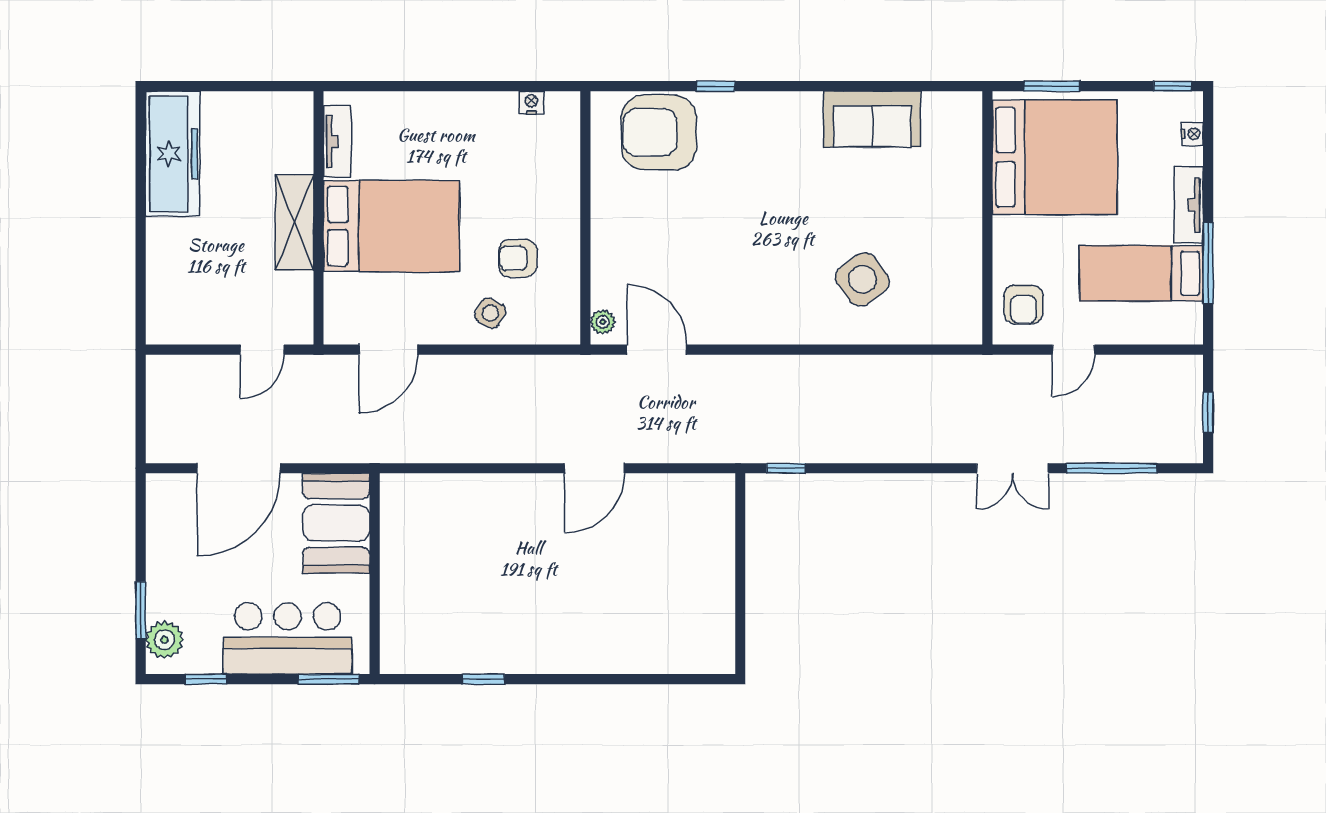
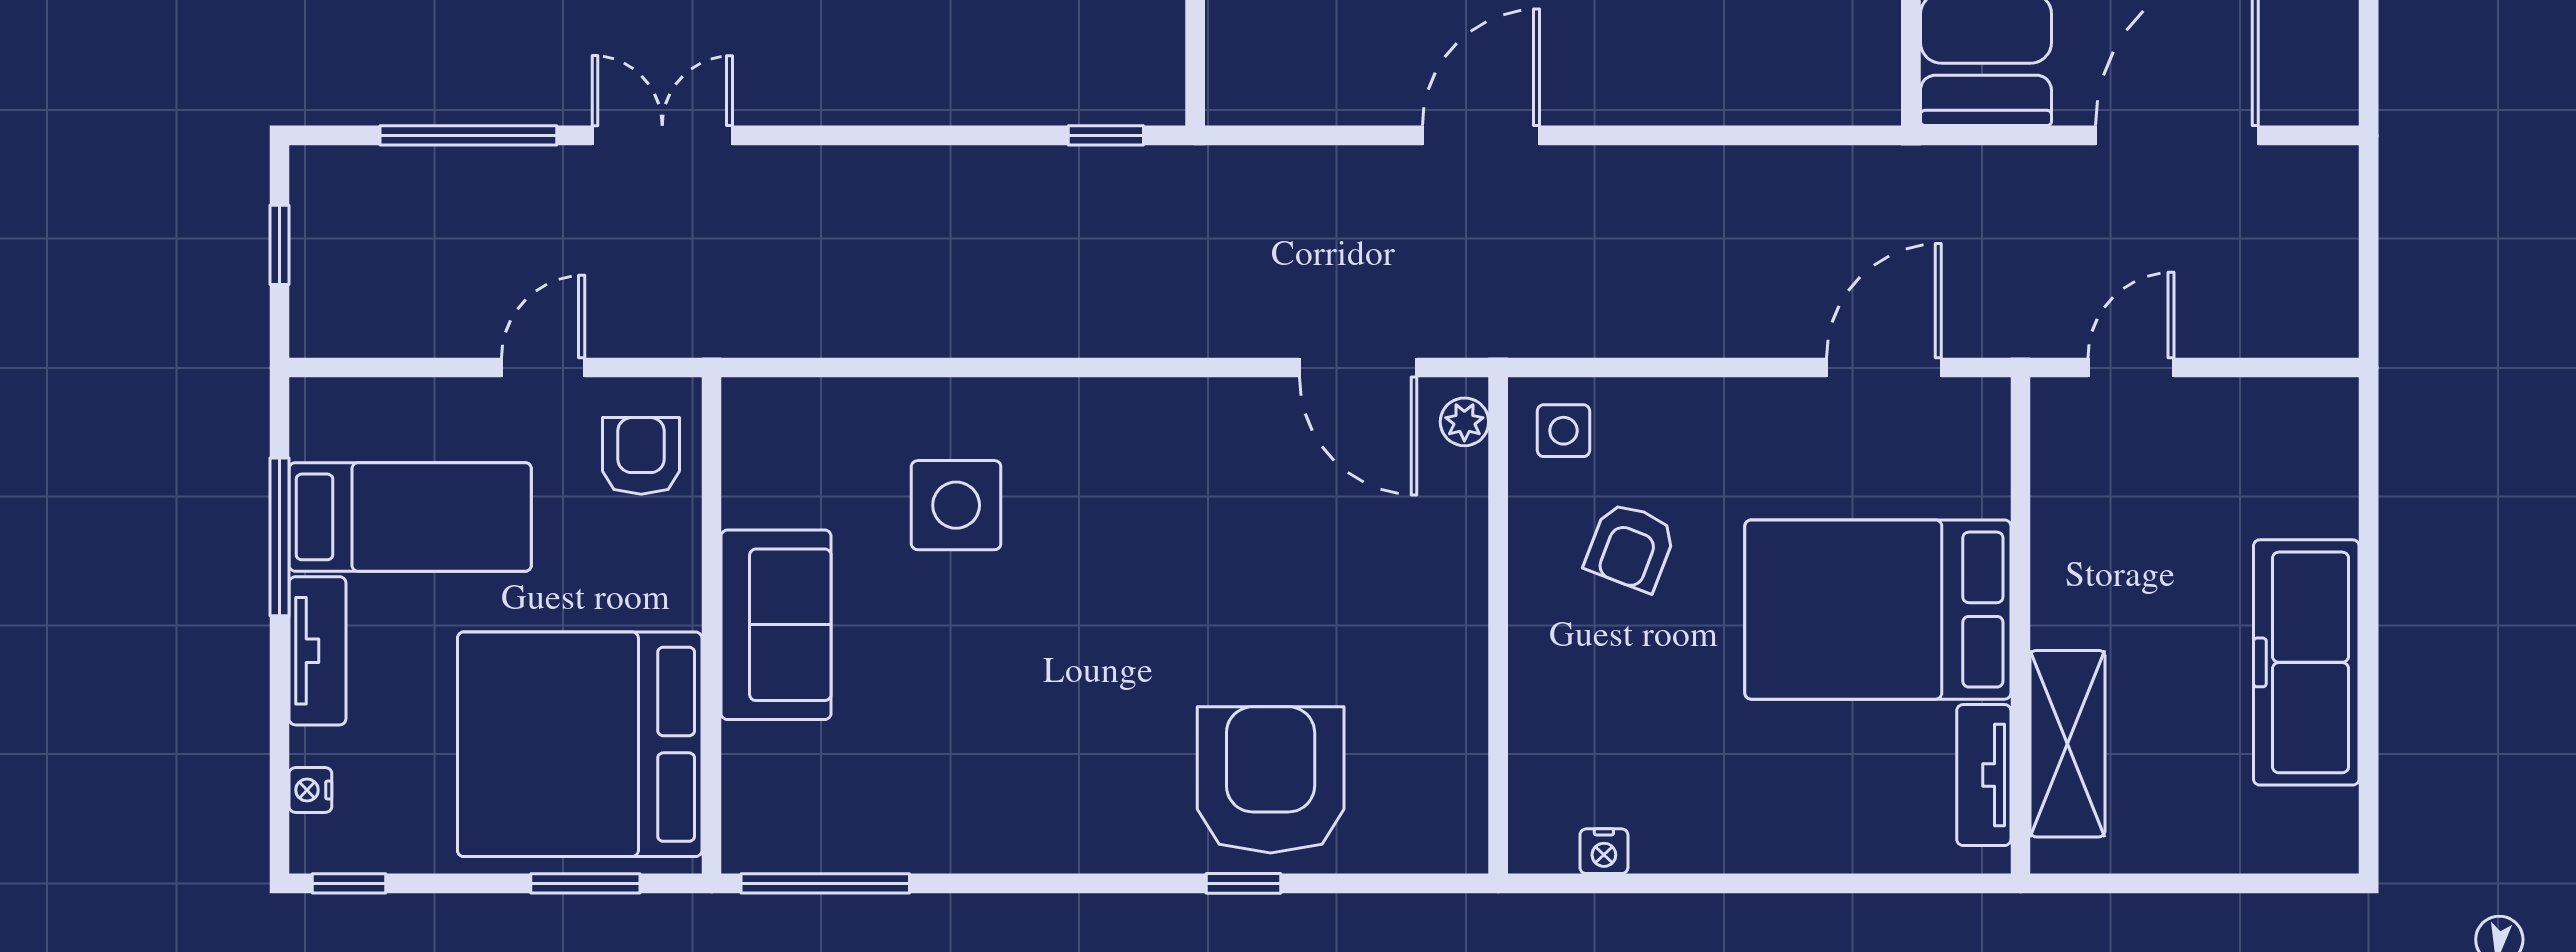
window: (929, 86) -> (825, 883), added
sofa: (872, 119) -> (776, 625), moved, turned 90
armchair: (659, 132) -> (1271, 780), moved, turned -90
freezer: (173, 154) -> (2306, 662), moved
shelving: (295, 223) -> (2067, 744), moved
armchair: (518, 258) -> (1630, 547), turned 111
side table: (862, 279) -> (956, 505), turned 36
side table: (490, 313) -> (1563, 431), moved, turned -30

